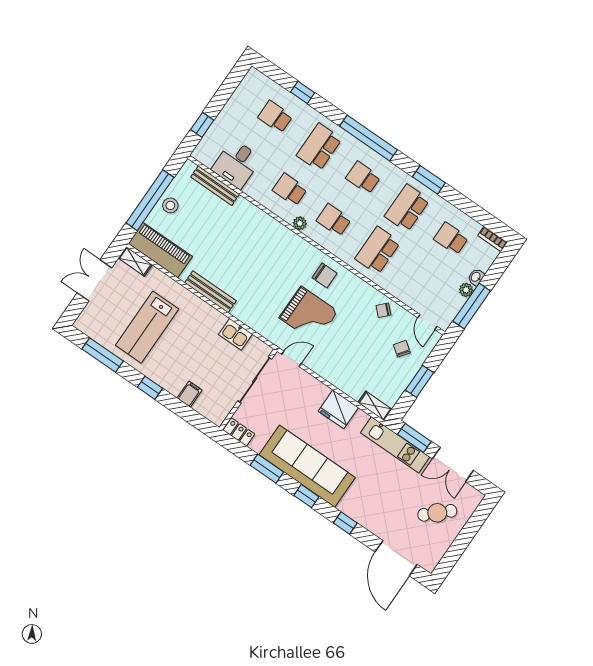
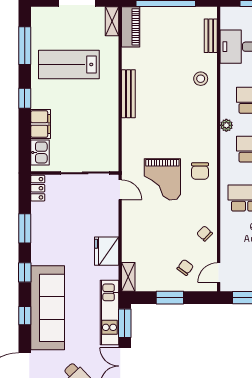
bench: (215, 186) -> (211, 36), width x0.73
stool: (170, 205) -> (201, 79), moved
piano: (160, 250) -> (131, 27), width x0.73, depth x0.75
kitchen sink: (236, 334) -> (40, 152), moved, turned 180
filing cabinet: (190, 394) -> (41, 124), width x2.00
sofa: (307, 466) -> (48, 308), moved

